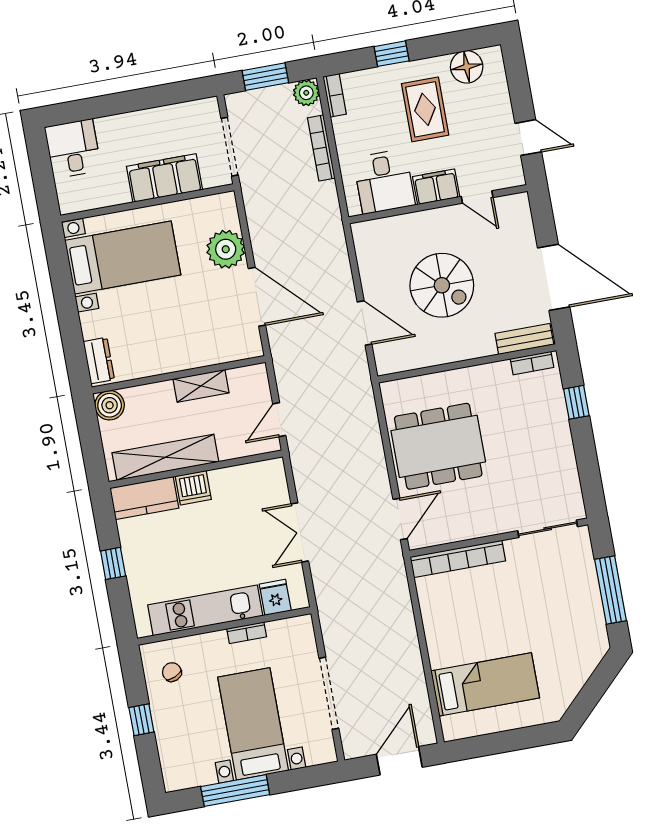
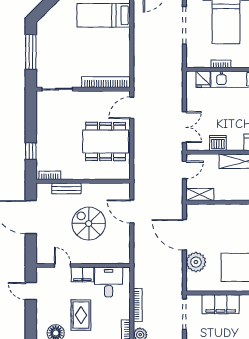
bench: (524, 339) -> (66, 188), moved
shelving: (201, 386) -> (200, 195), moved
dishwasher: (193, 488) -> (218, 143), moved
double door: (300, 532) -> (184, 127), moved

